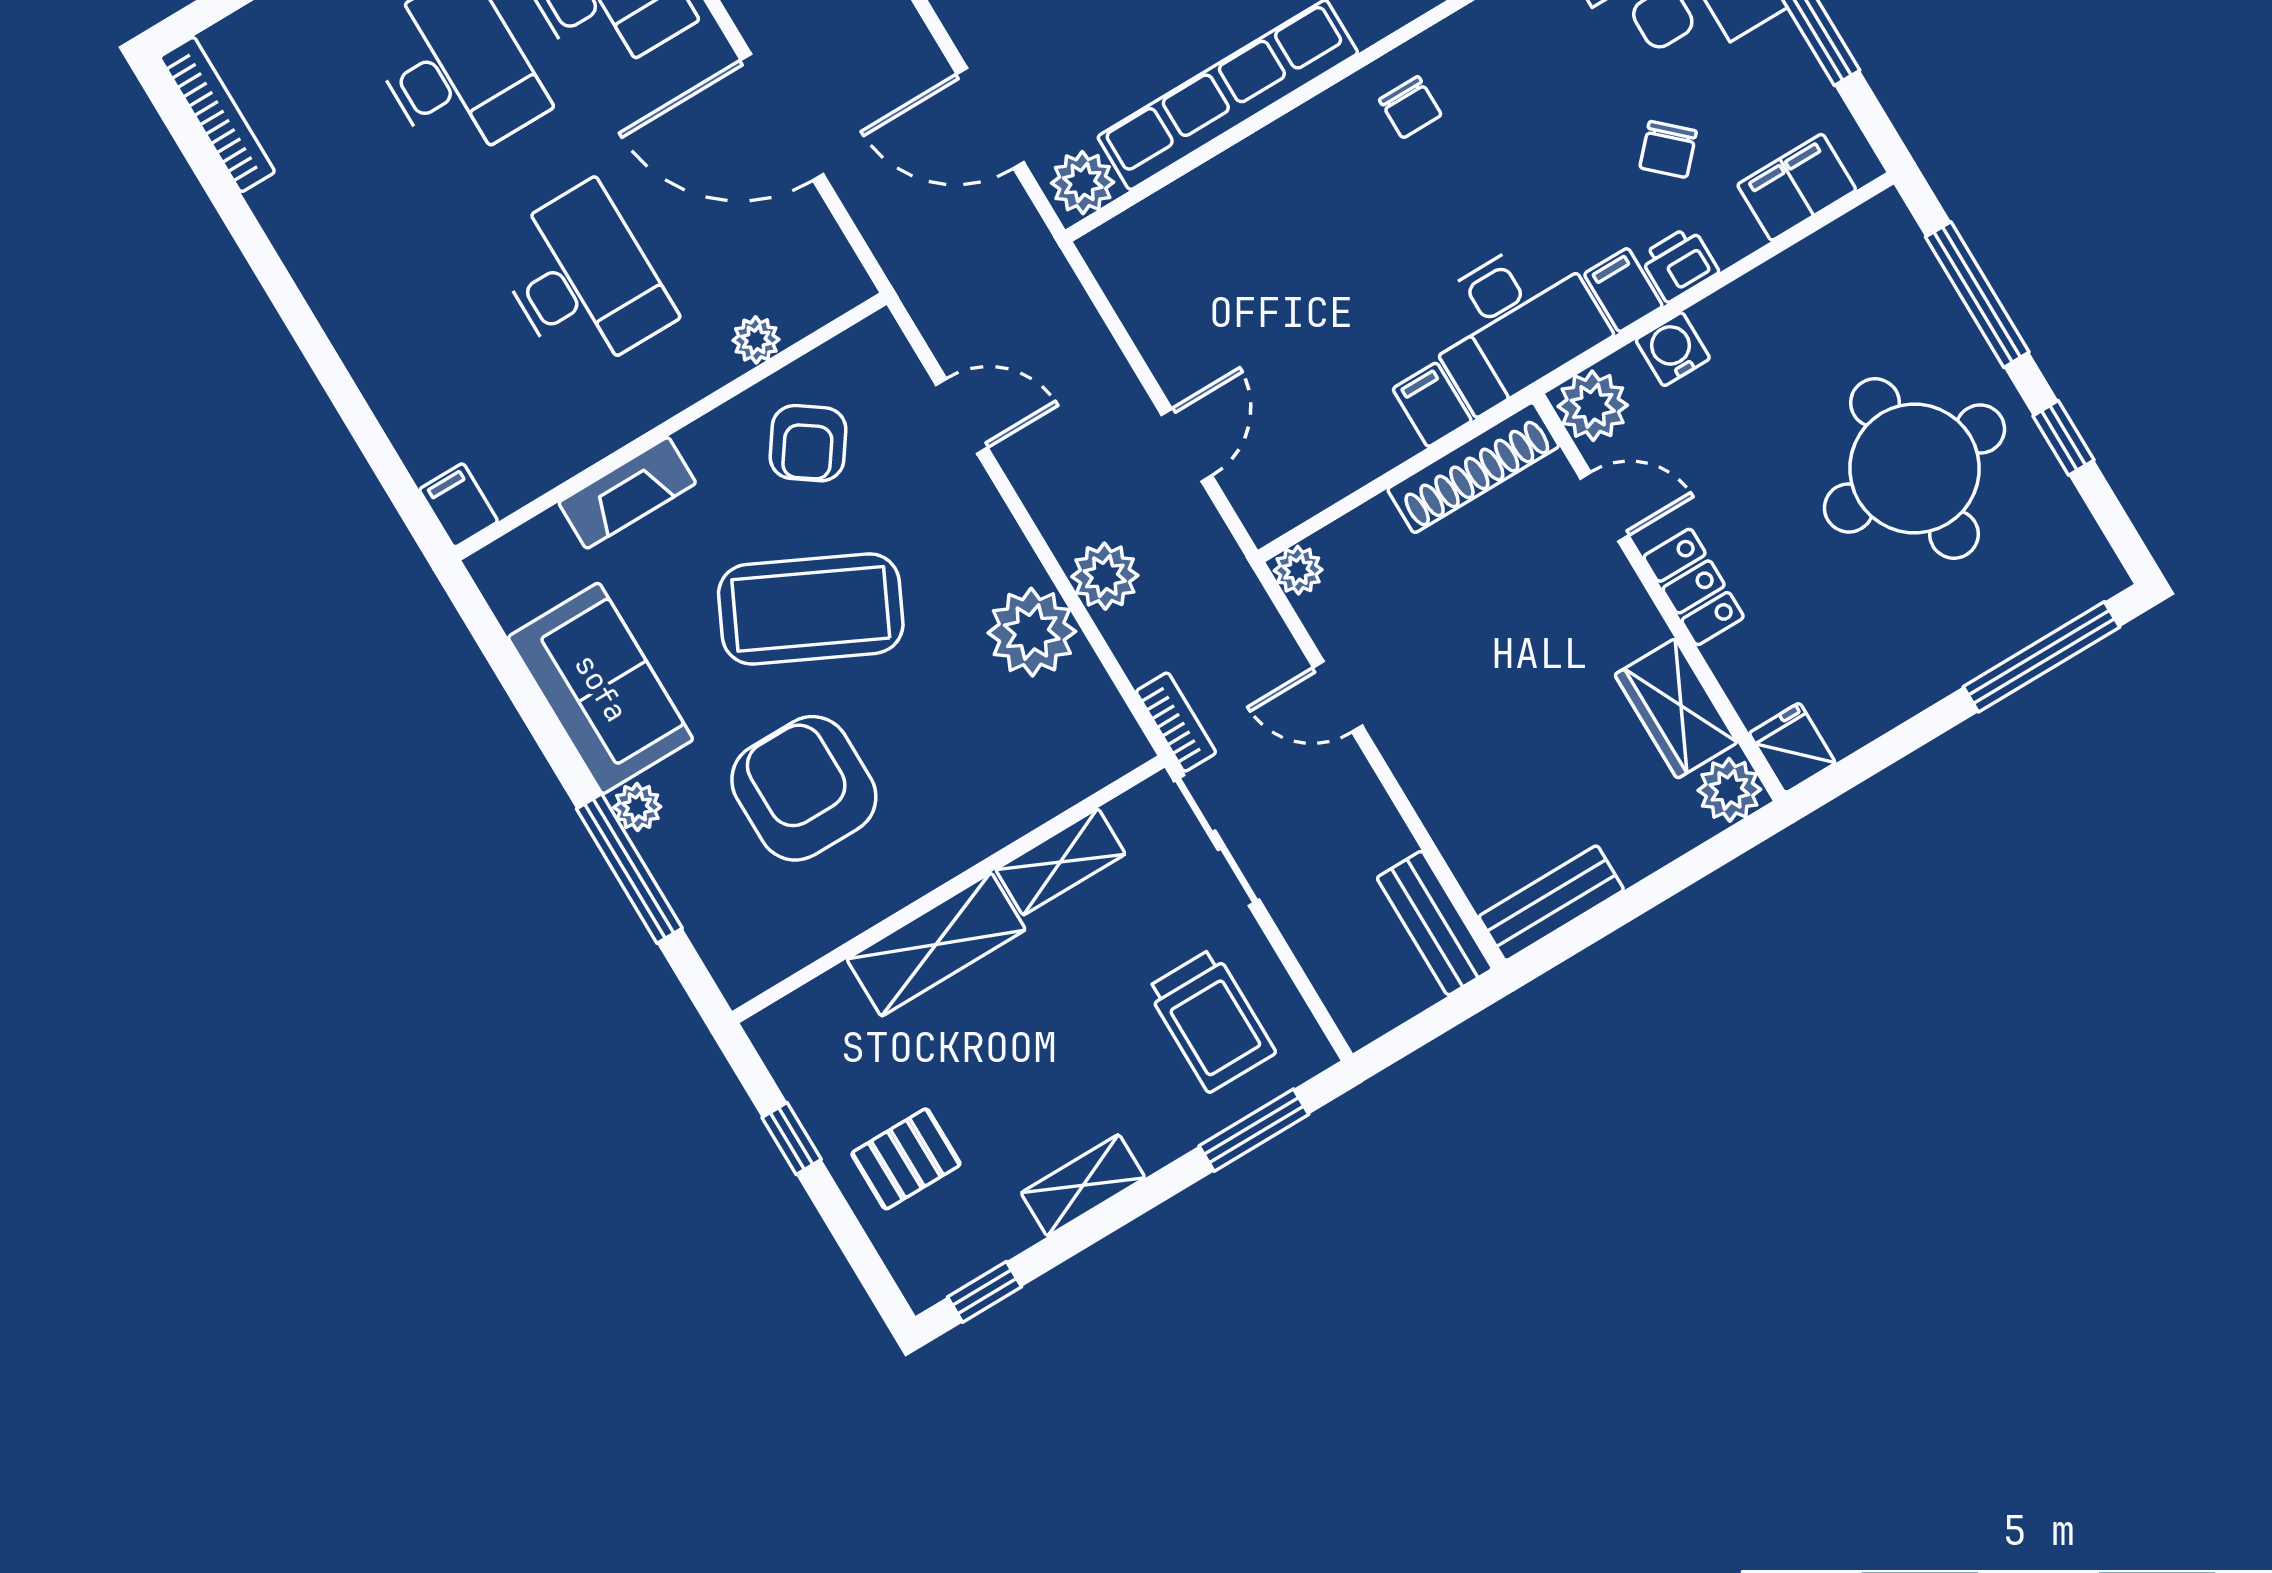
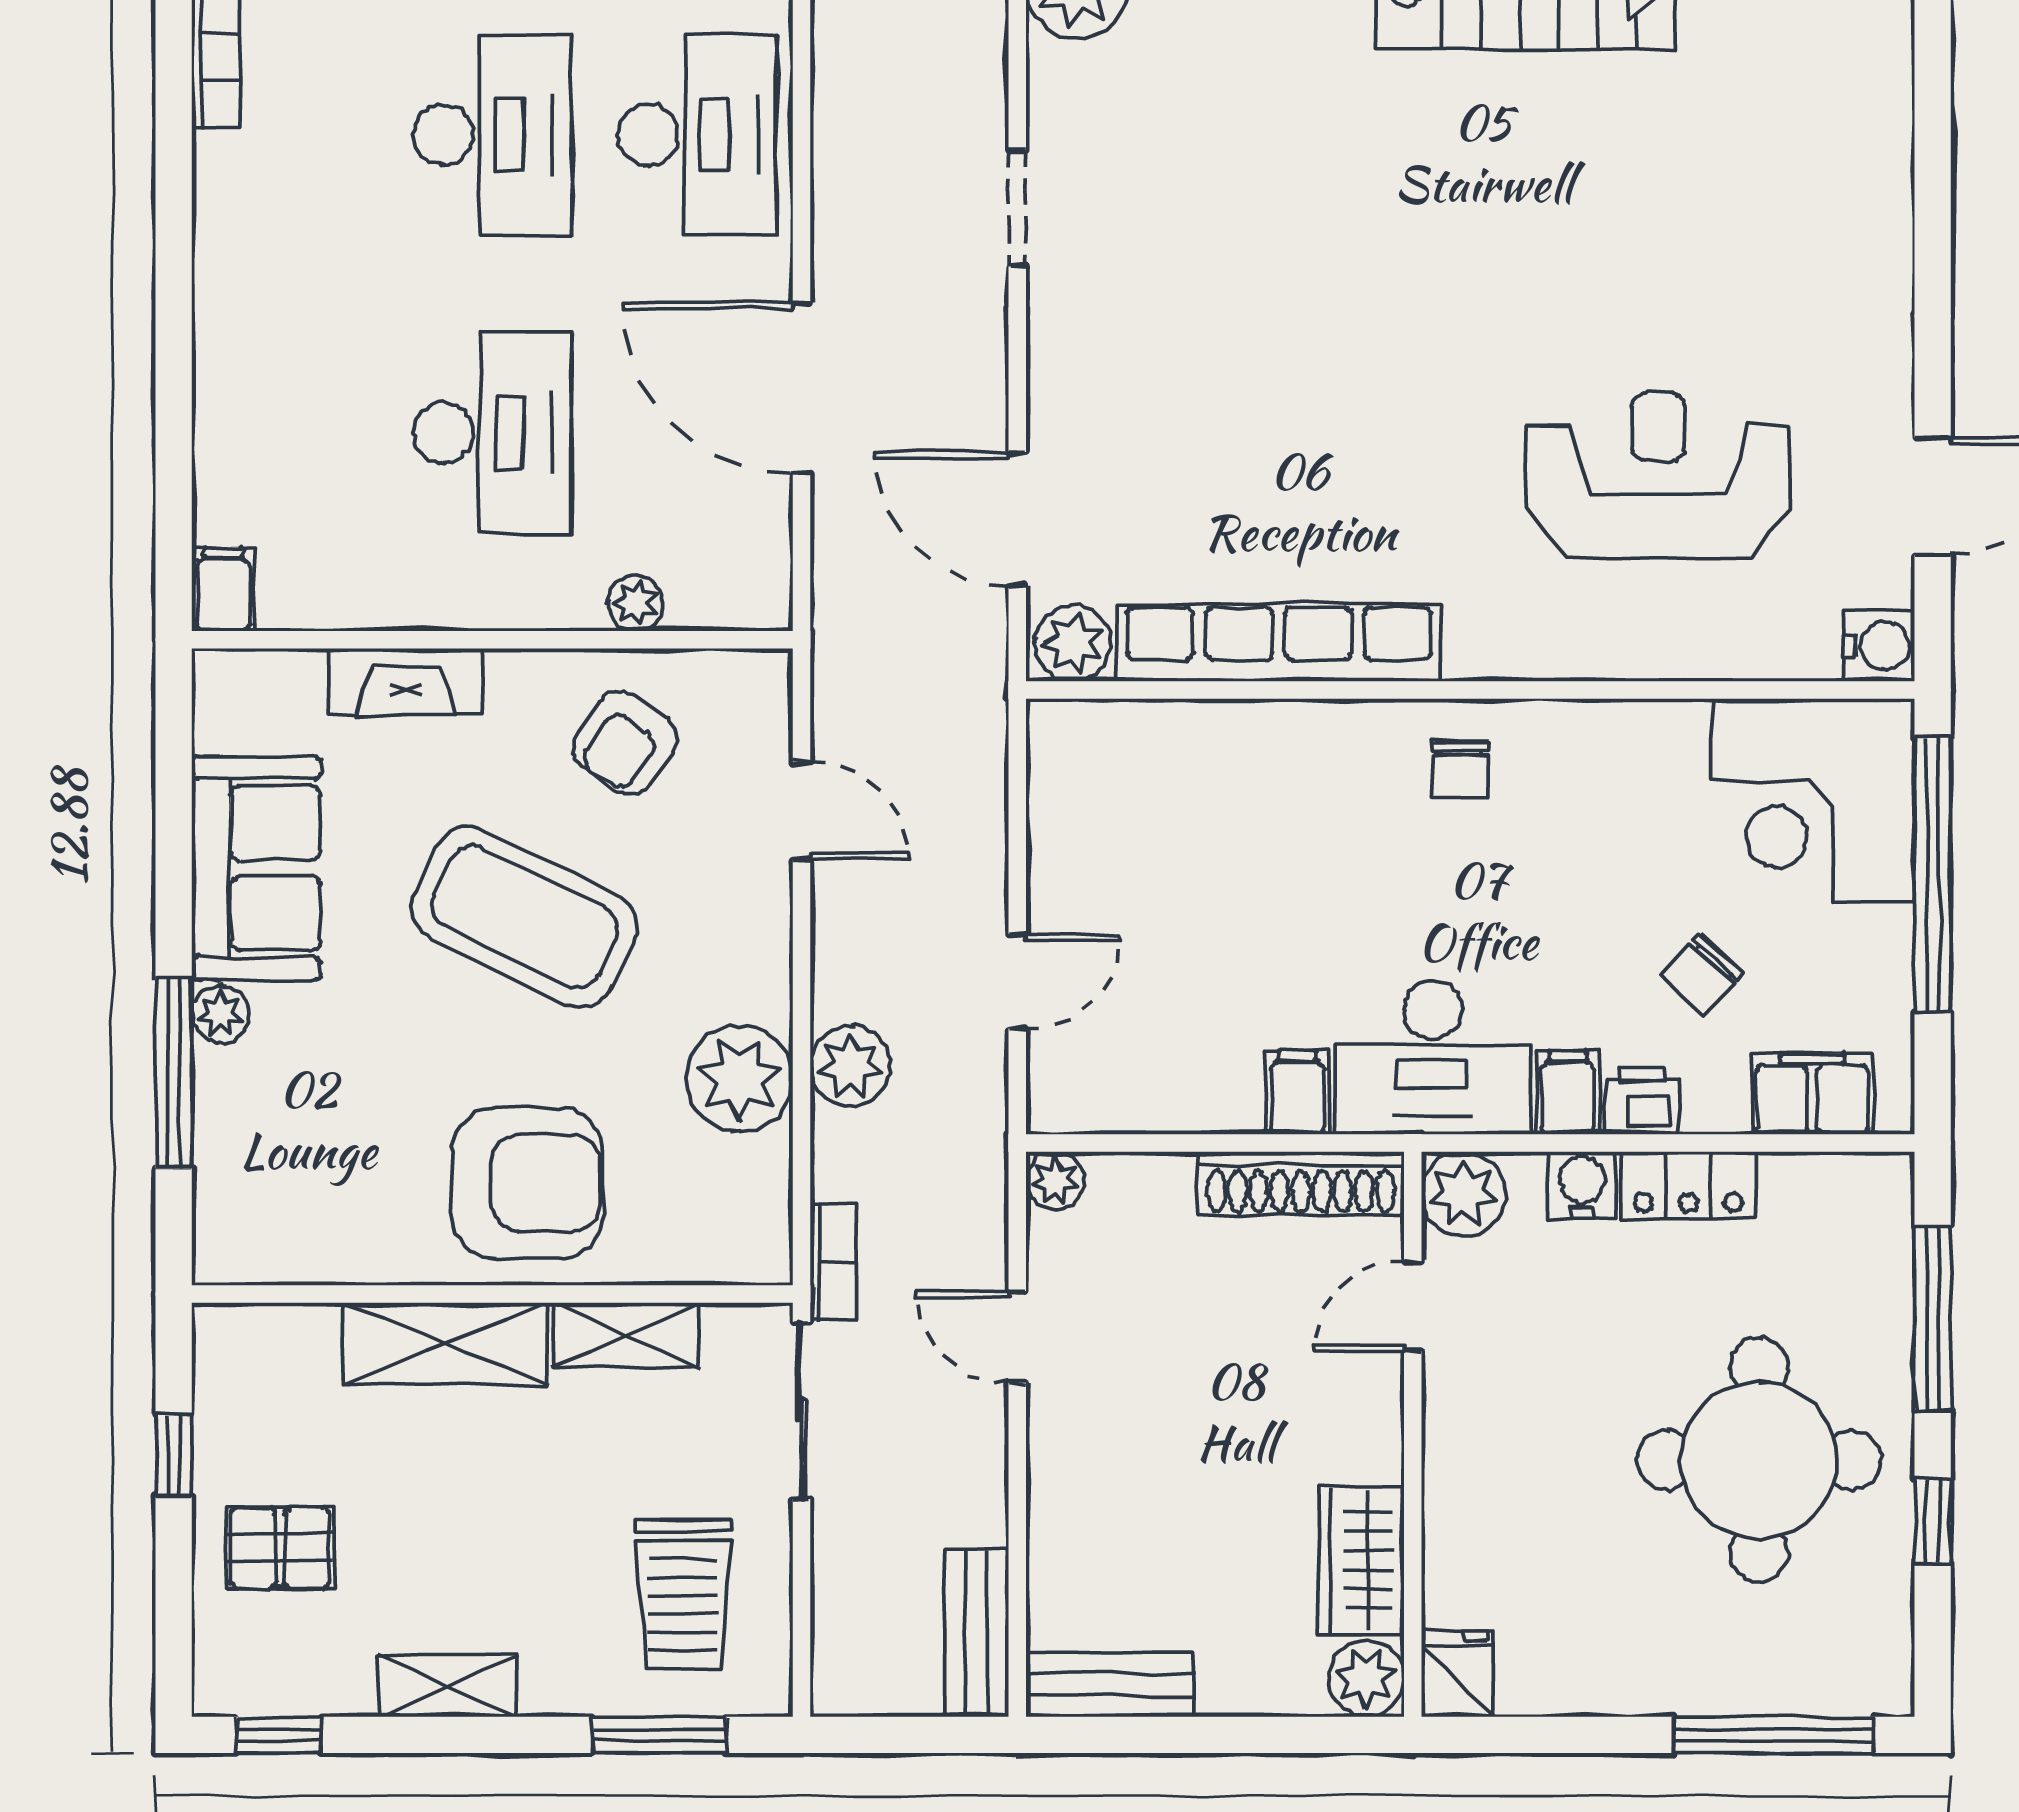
door: (1605, 507) -> (1413, 1306), swing flipped
locker: (1694, 587) -> (1688, 1186), moved, turned 90
armchair: (804, 788) -> (527, 1183), moved, turned 90

